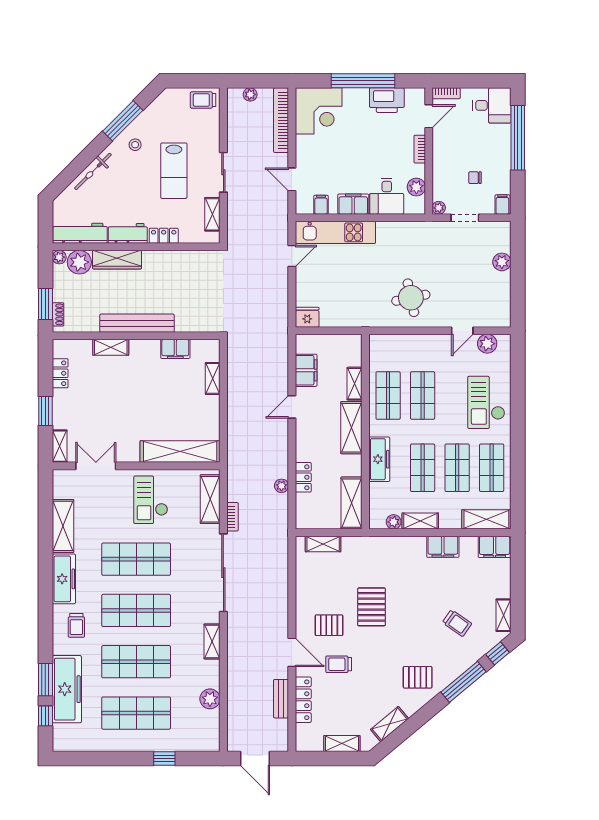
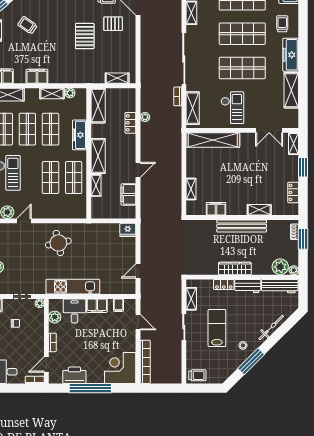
plant: (250, 94) -> (166, 379), removed
kitchen unit: (335, 232) -> (73, 287), moved
wardrobe: (117, 260) -> (235, 268), moved

